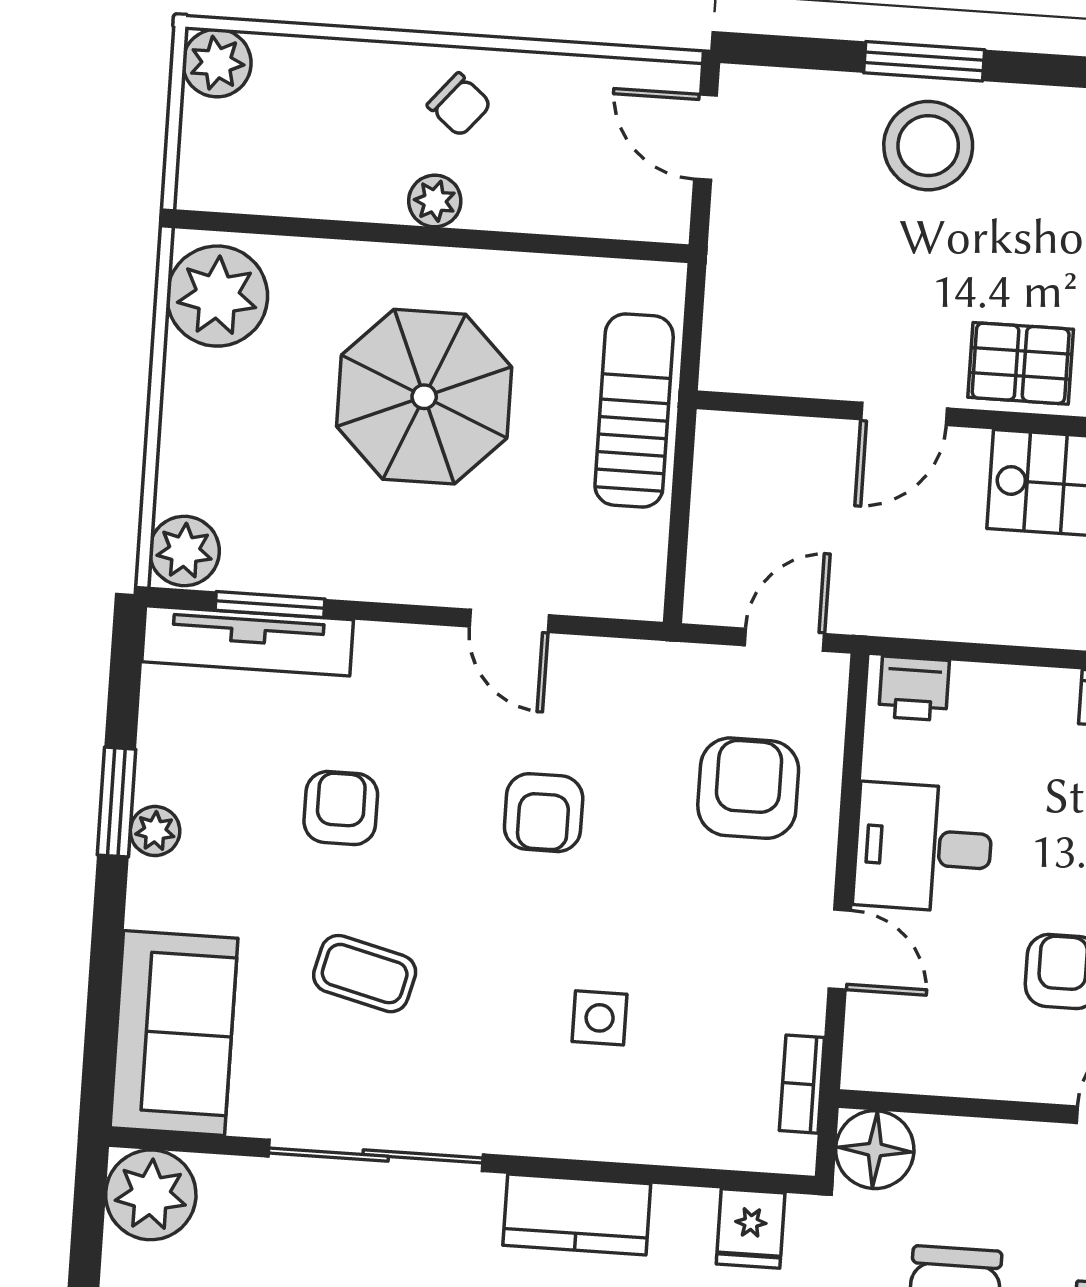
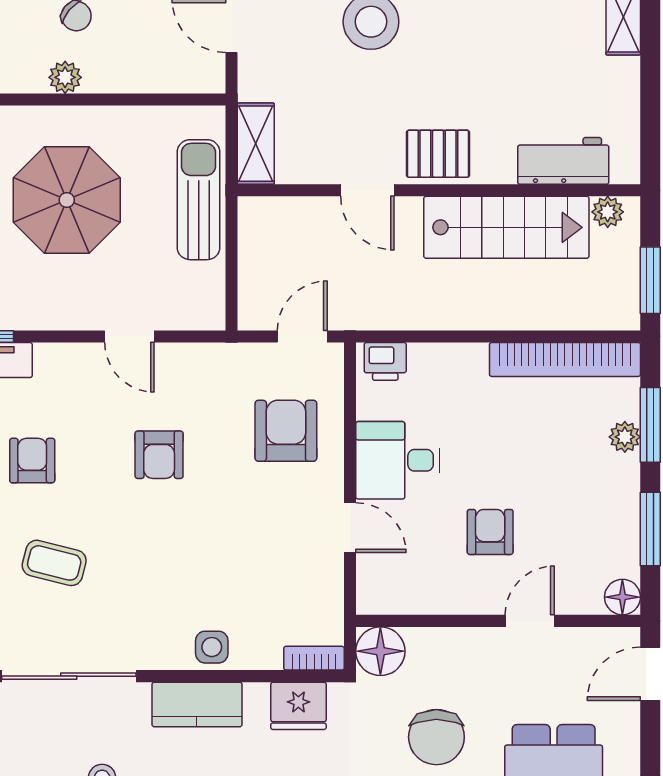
shelving: (731, 327) -> (256, 144), added
door: (904, 414) -> (367, 190), hinge flipped
side table: (600, 1018) -> (212, 647), moved
bookcase: (802, 1084) -> (314, 658), moved, turned 90
fridge: (751, 1228) -> (298, 706), width x1.38

